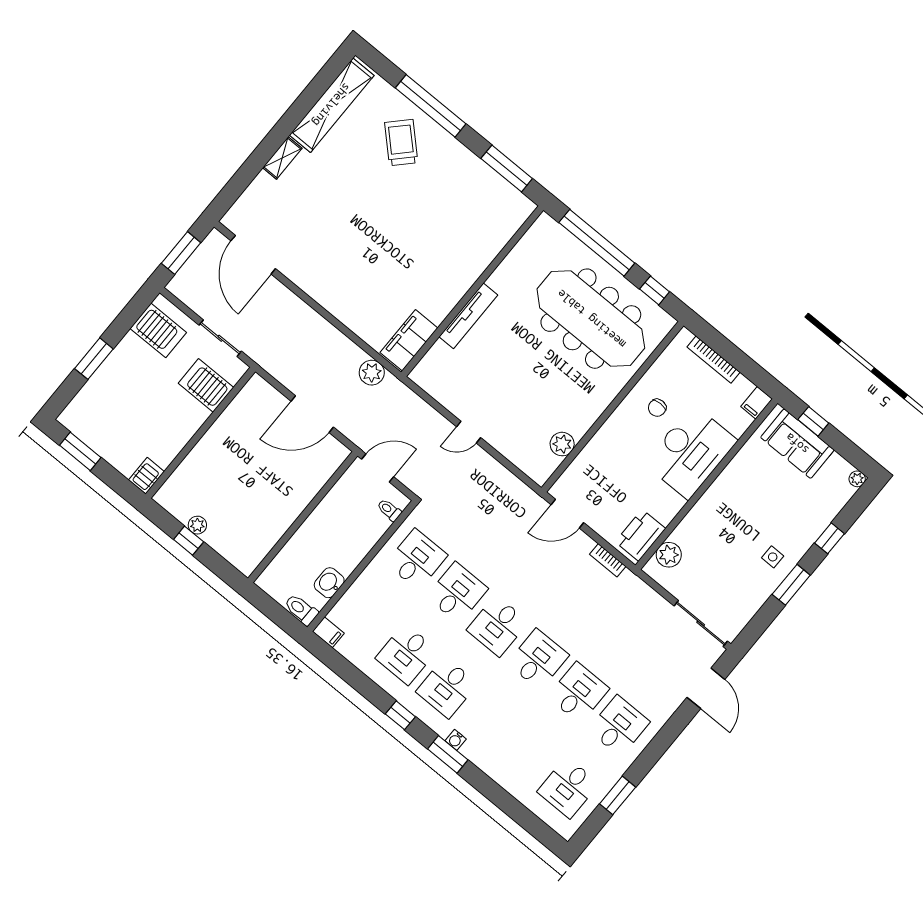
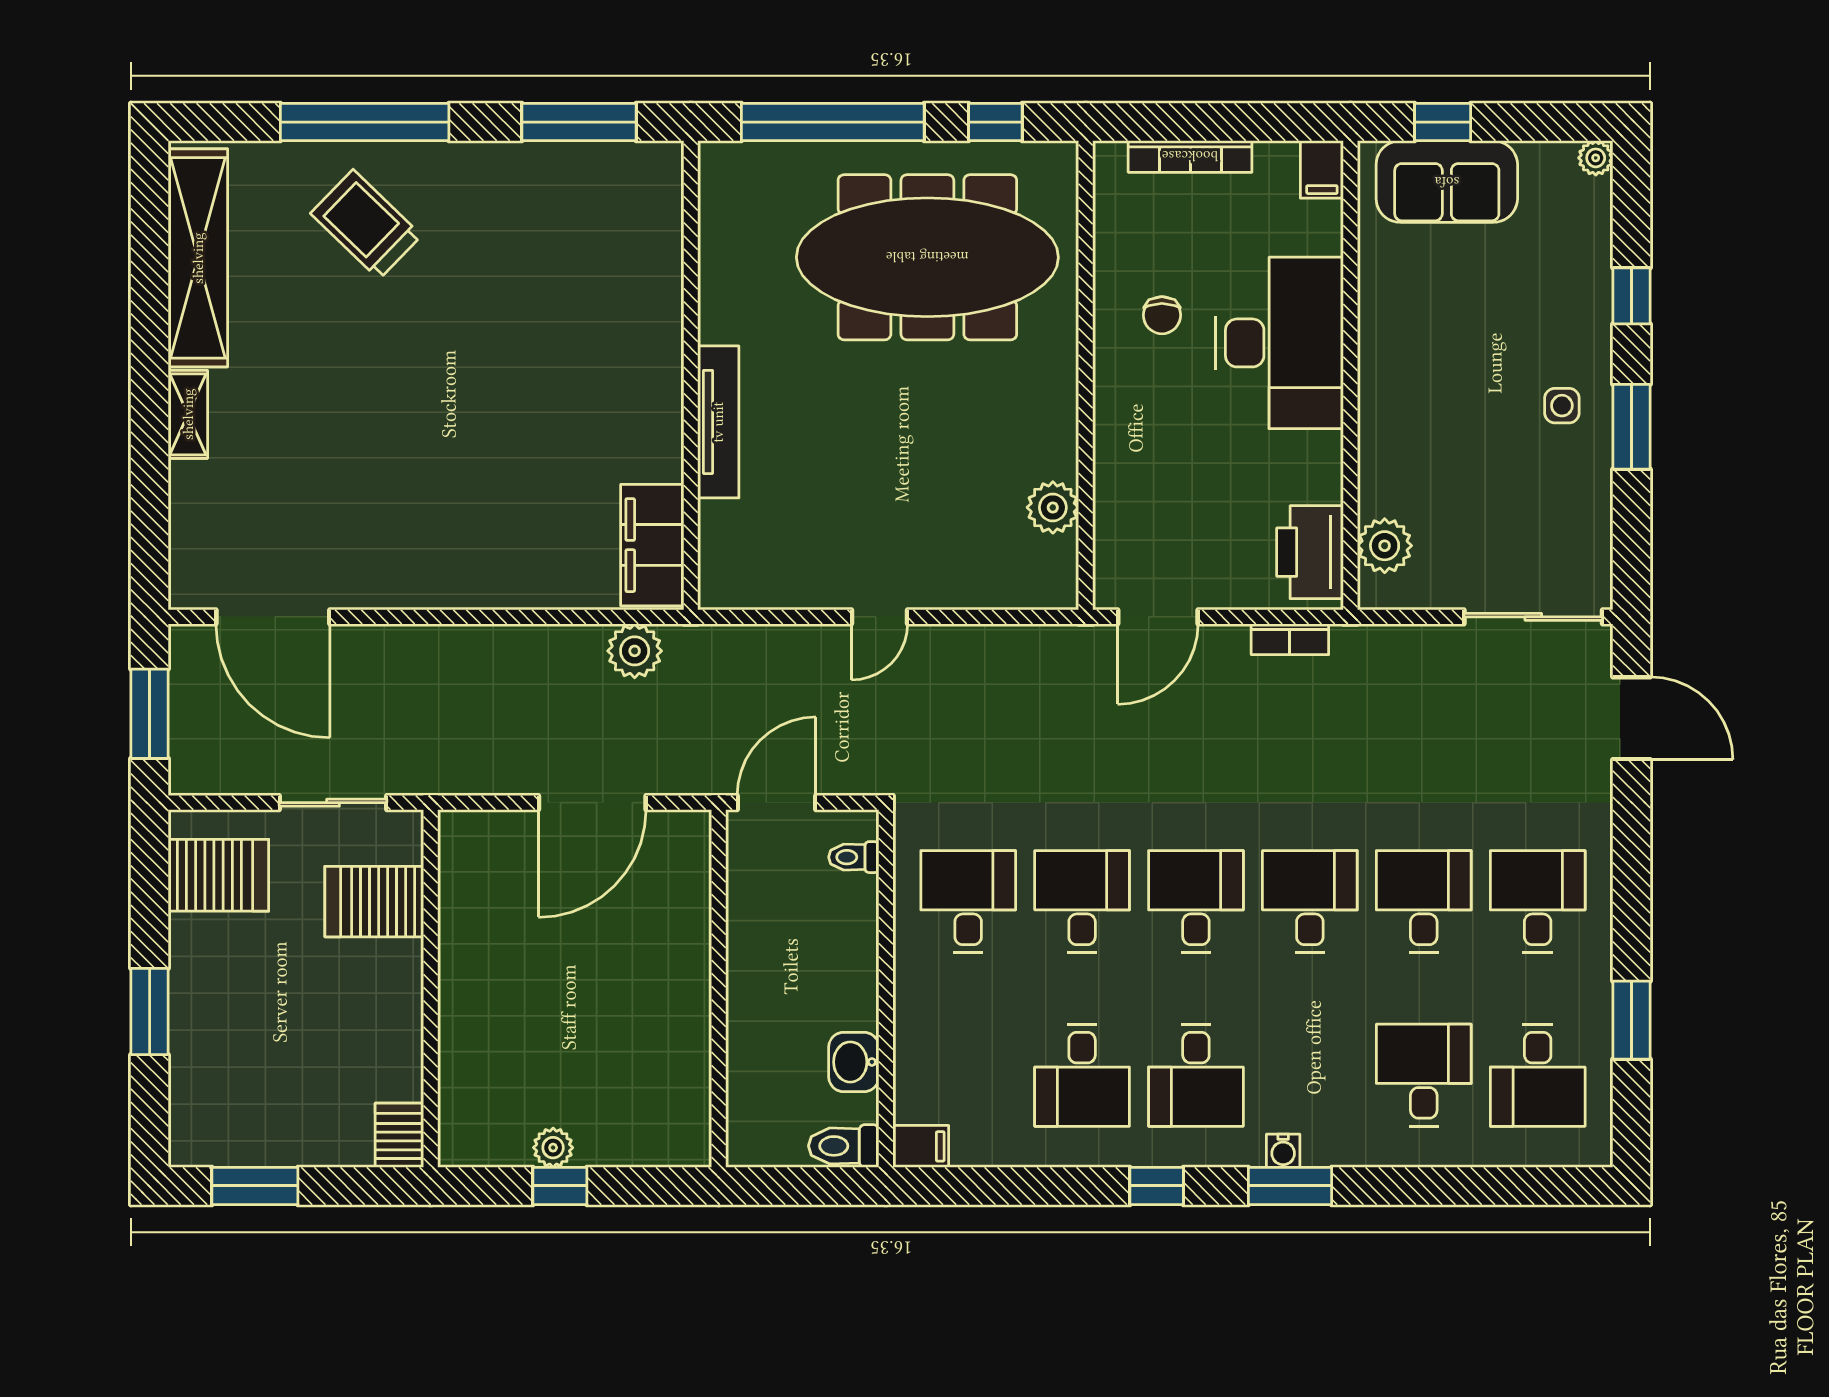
desk: (498, 626) -> (1196, 902), turned 180
desk: (528, 754) -> (1424, 1075), added

